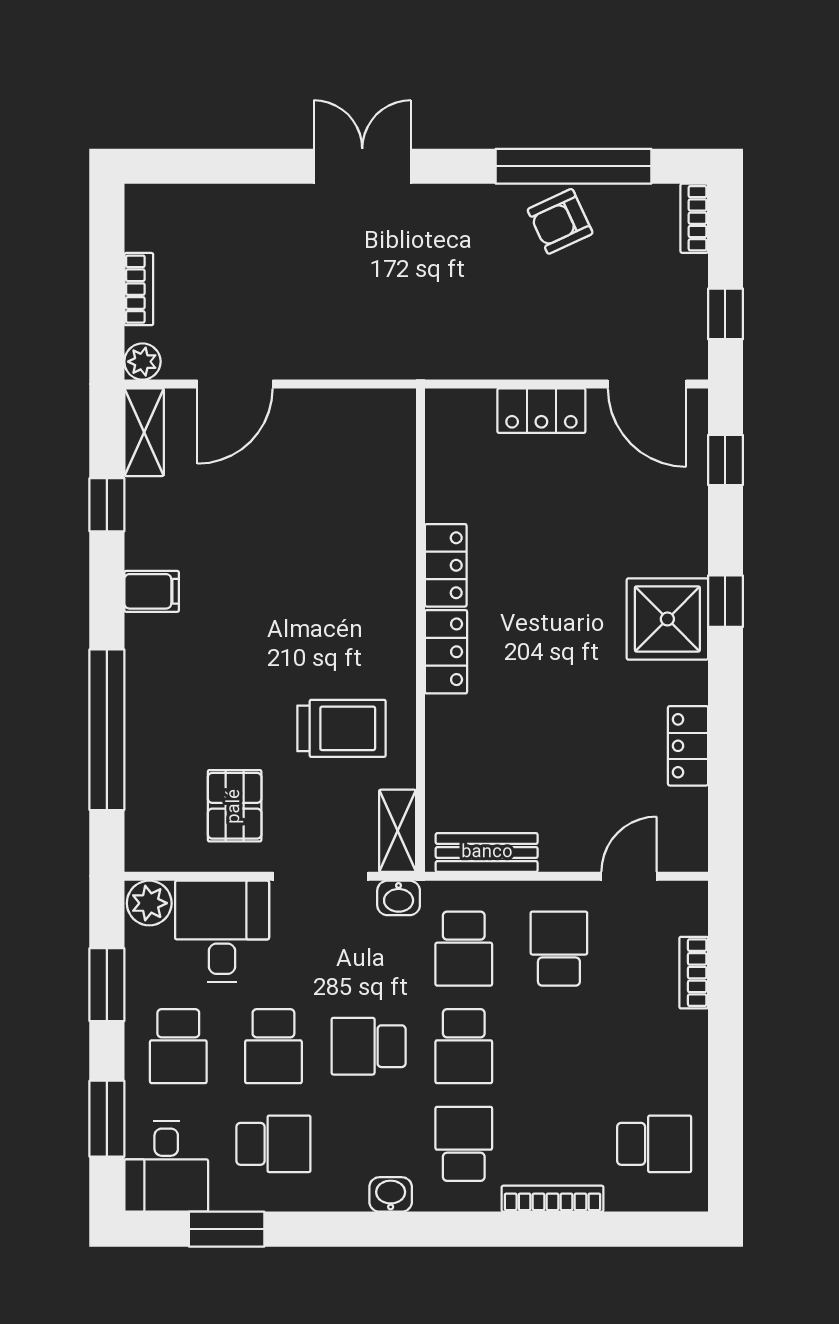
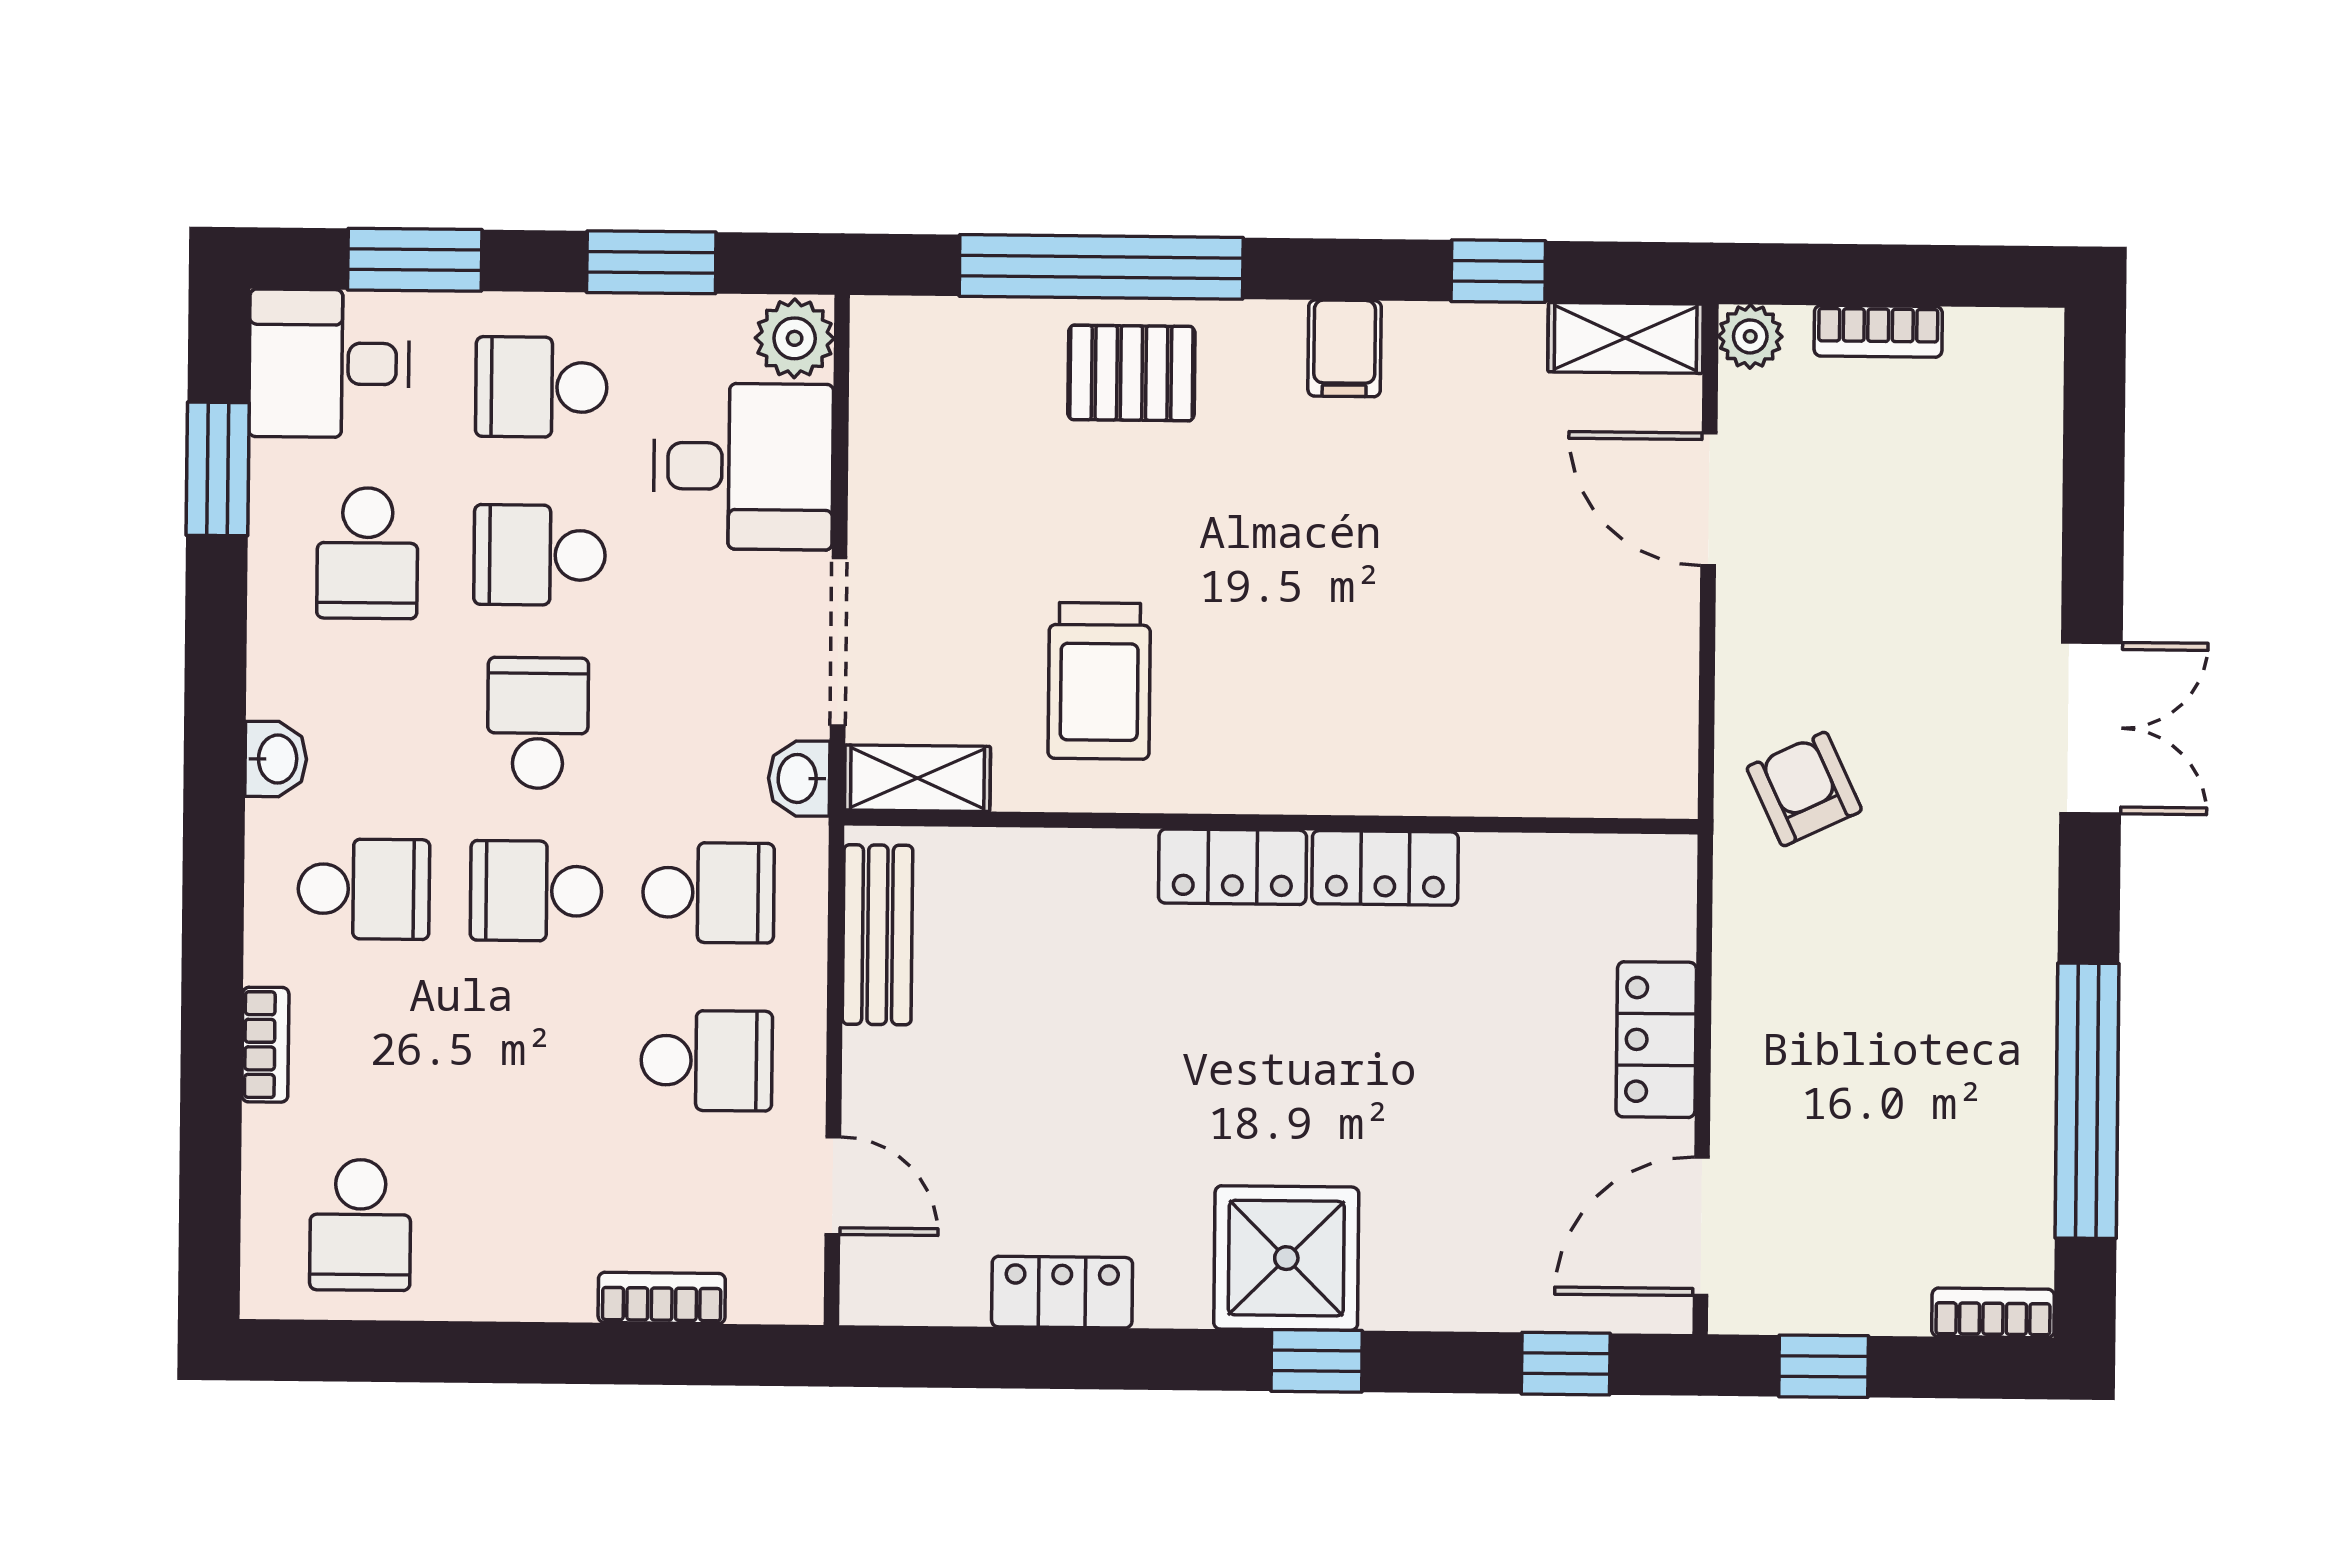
armchair: (560, 221) -> (1804, 789), moved
pallet: (235, 806) -> (1131, 373), moved
school desk: (464, 949) -> (708, 893), turned 180
bookcase: (553, 1199) -> (265, 1045), width x0.64

